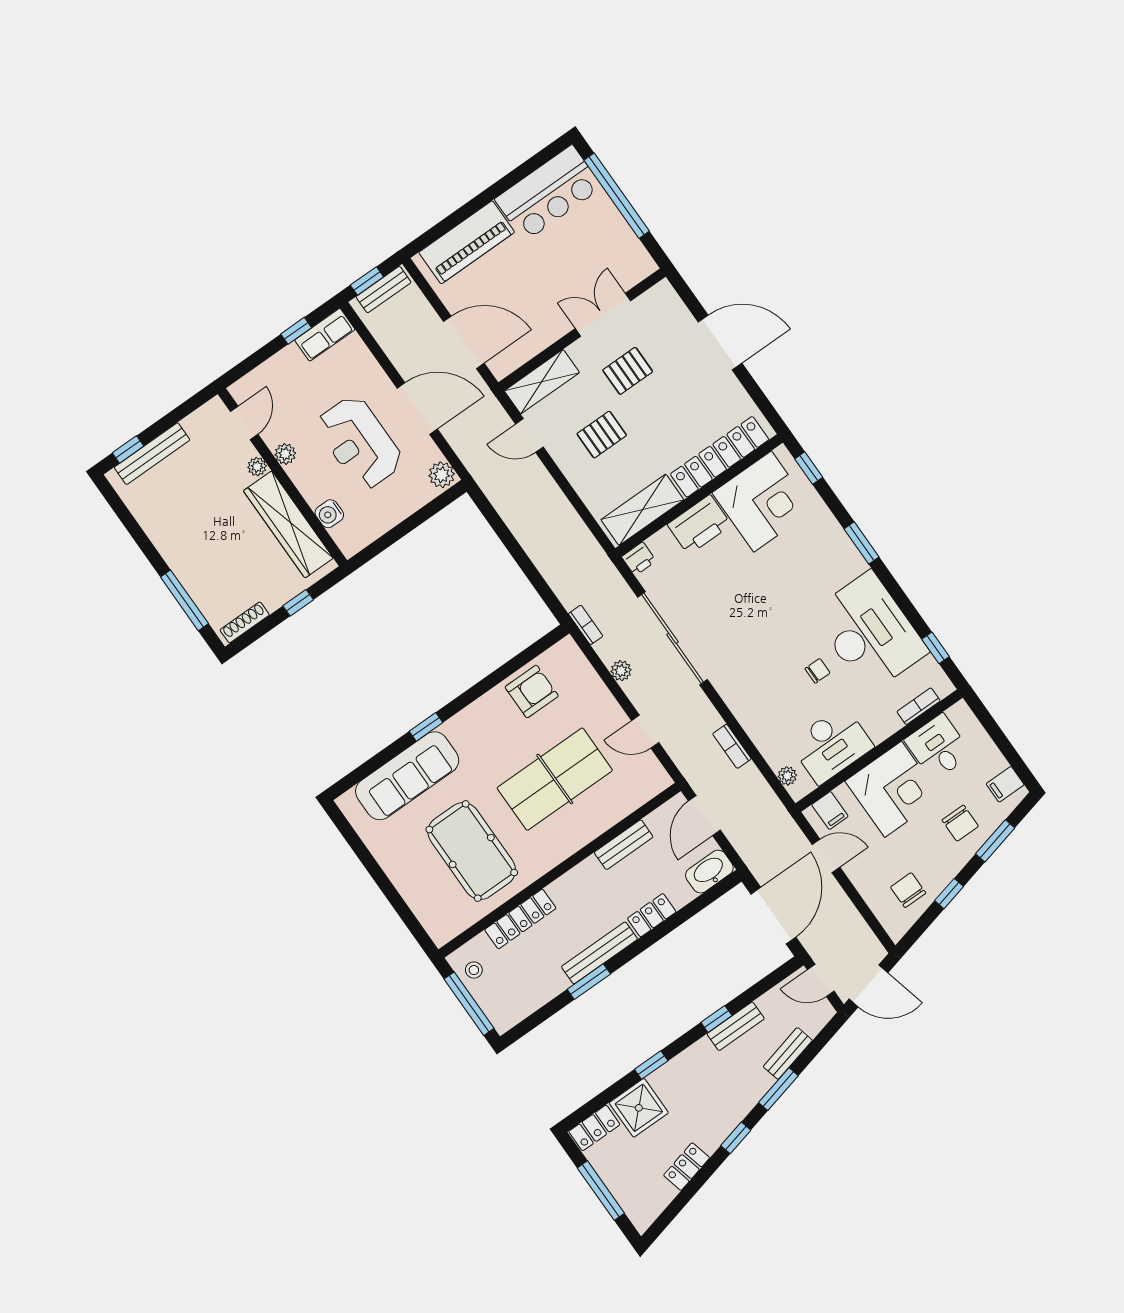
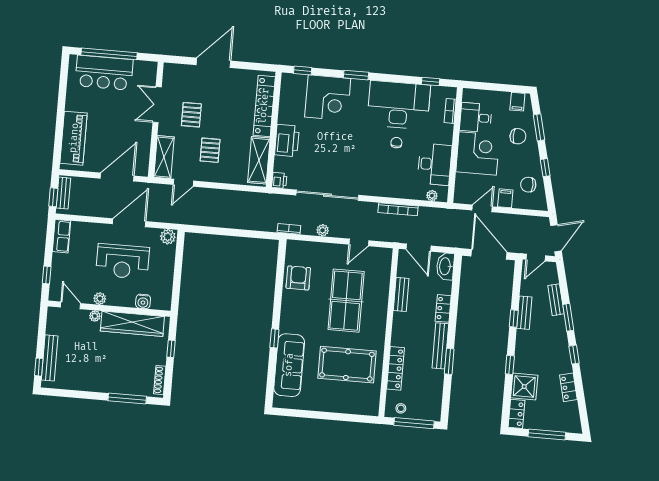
bar counter: (548, 193) -> (104, 73), moved, turned 90
window: (296, 331) -> (47, 275), moved
corner desk: (763, 502) -> (328, 98), moved, turned 90
bookcase: (732, 746) -> (398, 209), width x1.56
filing cabinet: (830, 810) -> (505, 198), moved, turned -90

